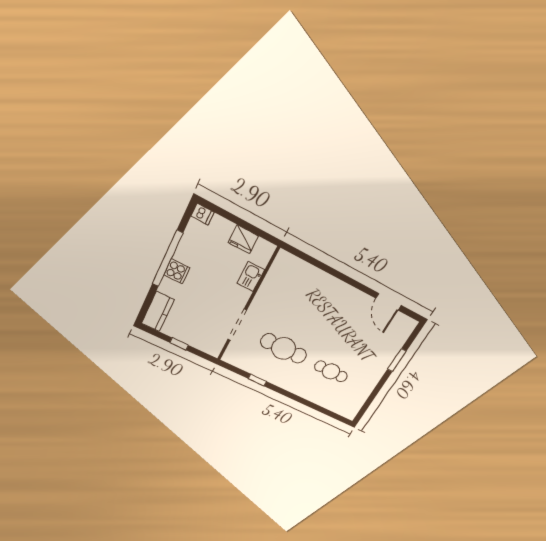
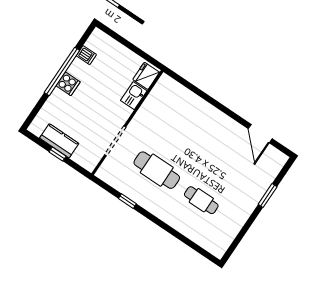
dishwasher: (203, 214) -> (86, 55), moved
fridge: (243, 239) -> (146, 76), moved, turned 90
kitchen counter: (158, 312) -> (59, 141), moved, turned -90

